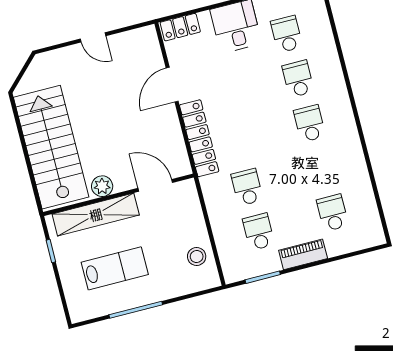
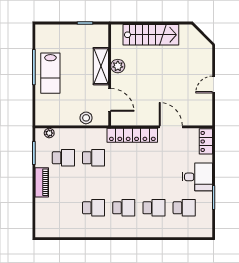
stairs: (51, 147) -> (151, 35), width x0.73, depth x0.66
door: (155, 185) -> (110, 100), hinge flipped
school desk: (333, 213) -> (94, 208), moved
shelving: (96, 215) -> (101, 66), width x0.68
stool: (197, 257) -> (86, 118), moved
plant: (227, 262) -> (49, 133), added
lab bench: (115, 268) -> (50, 73), moved

